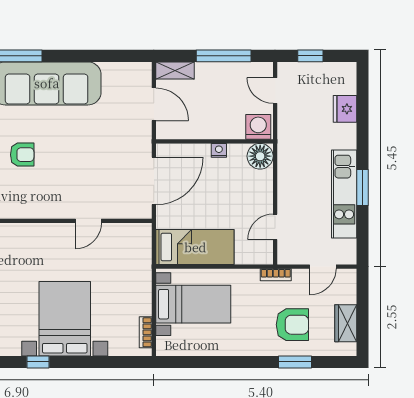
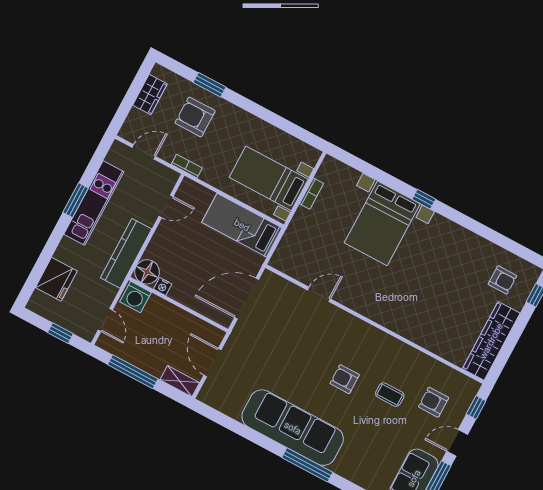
fridge: (345, 109) -> (56, 279), width x1.36, depth x1.34
nightstand: (219, 150) -> (163, 287), moved
kitchen counter: (289, 163) -> (126, 253), added
bookcase: (146, 332) -> (312, 194), moved

